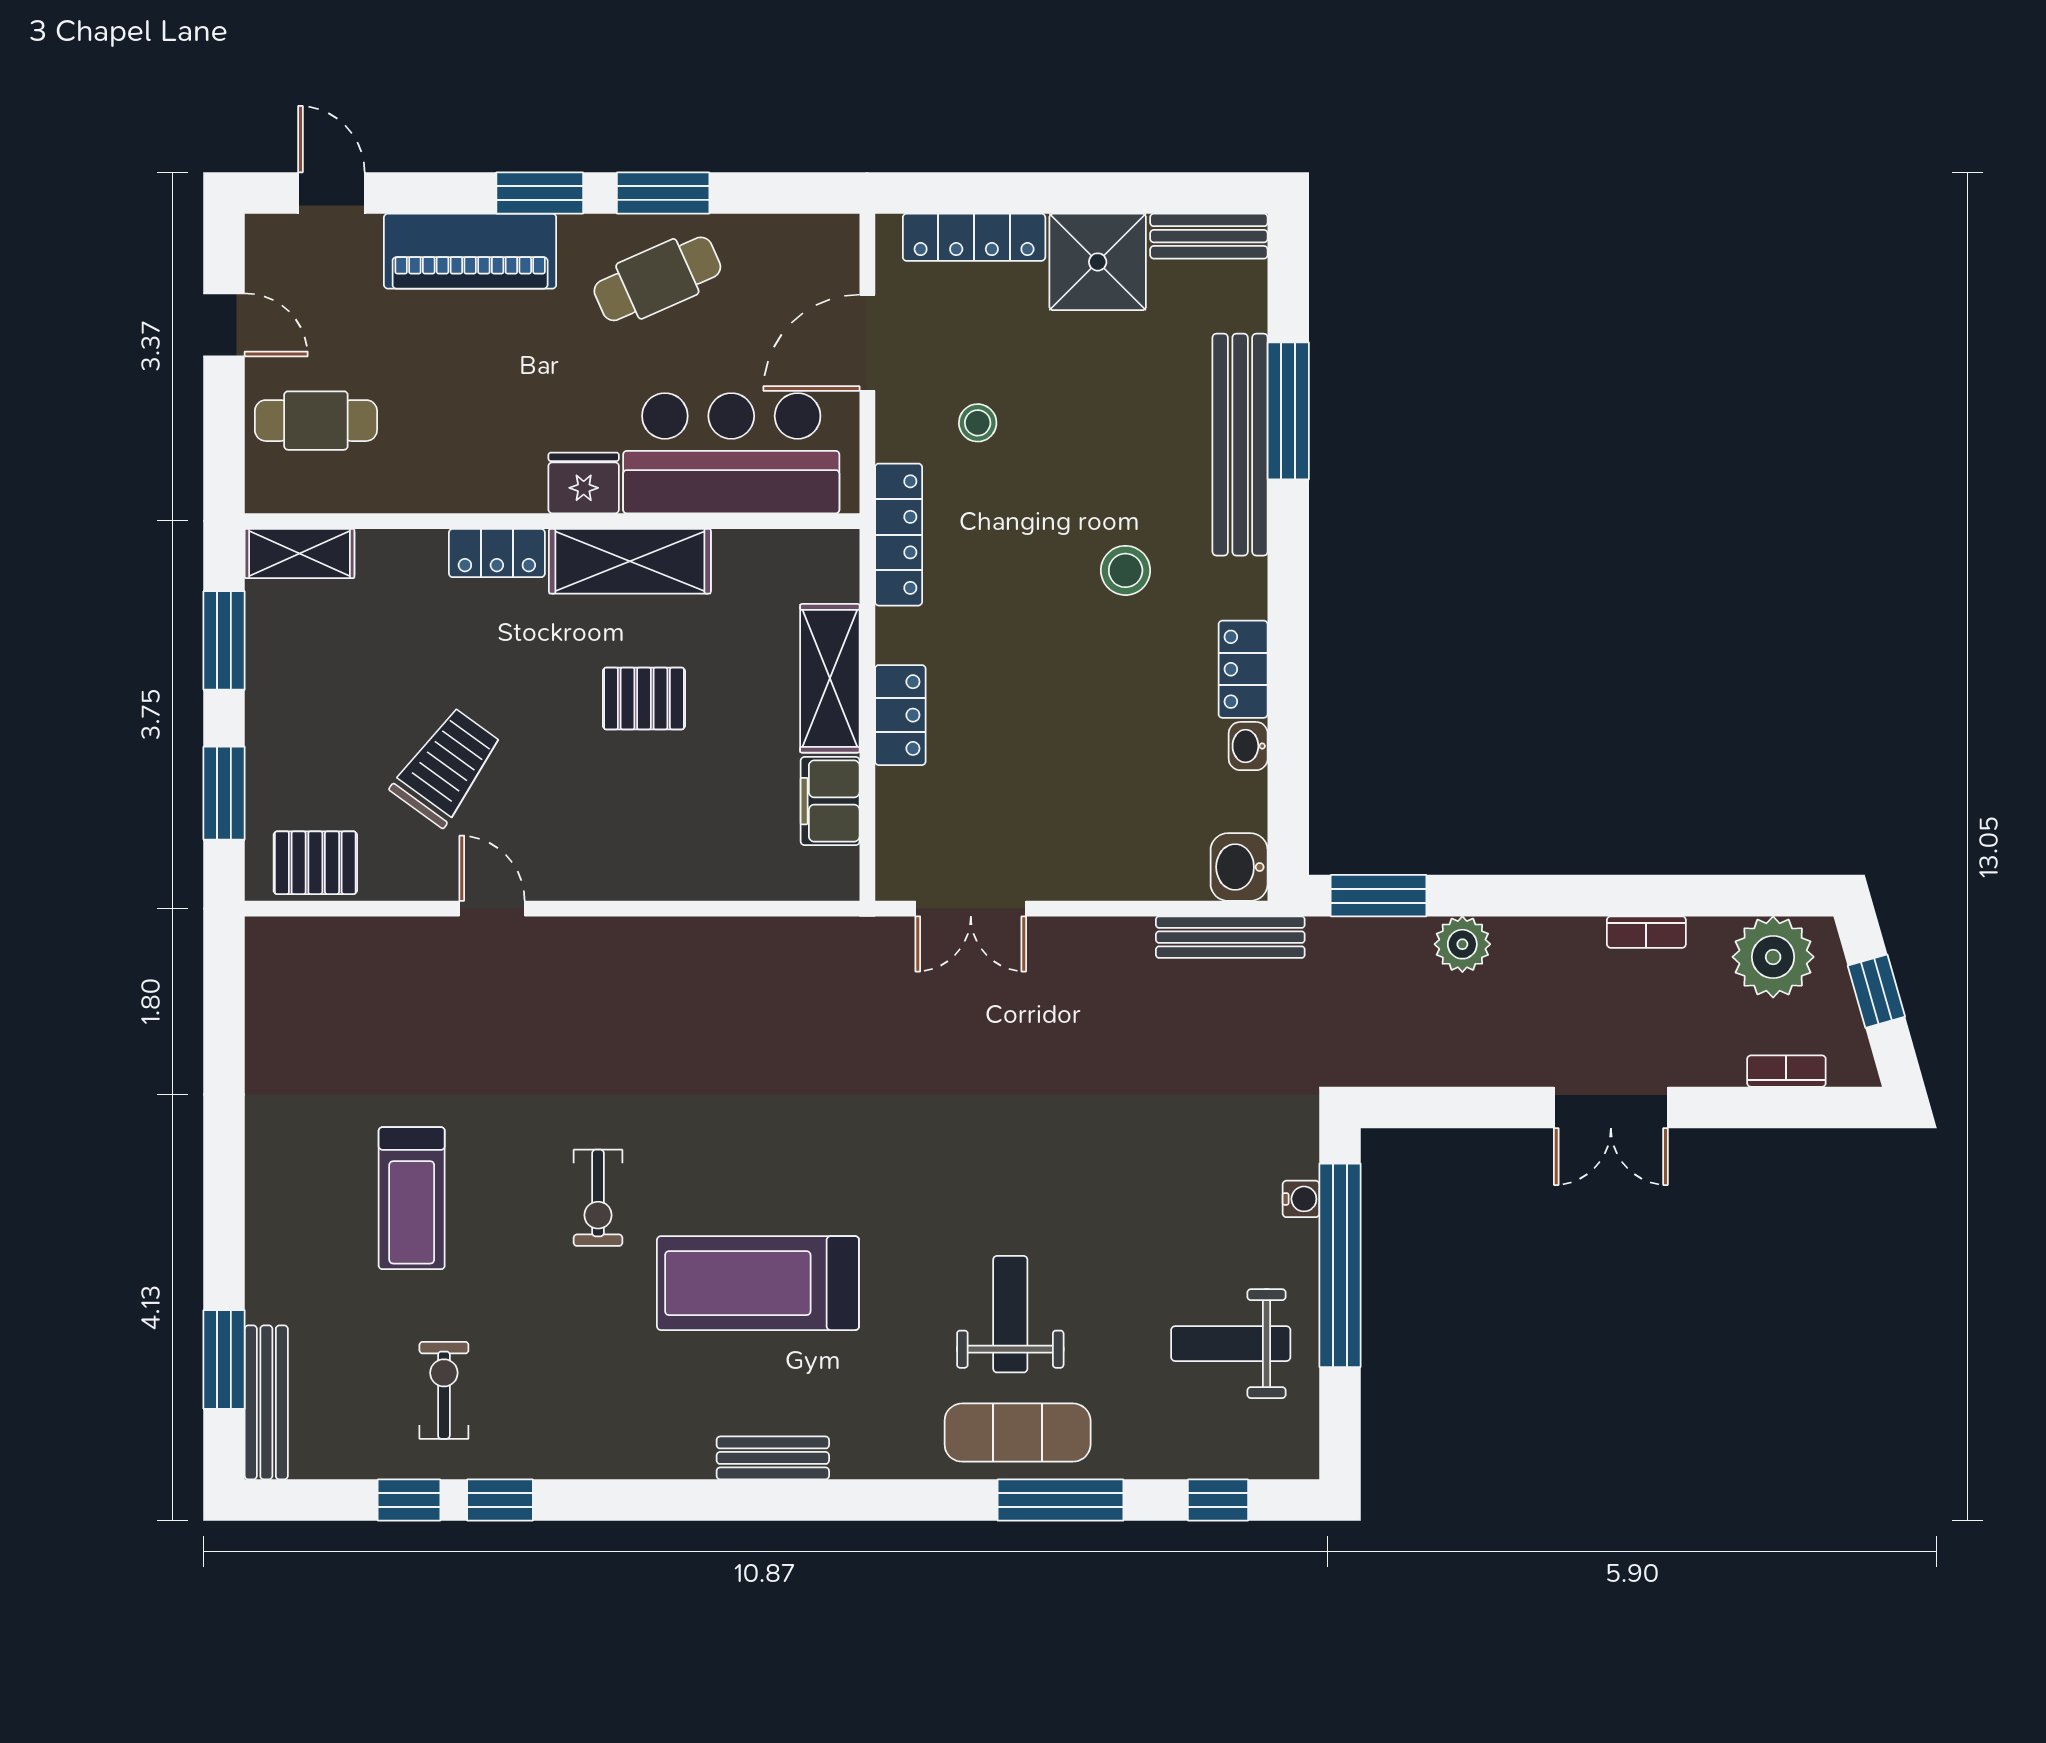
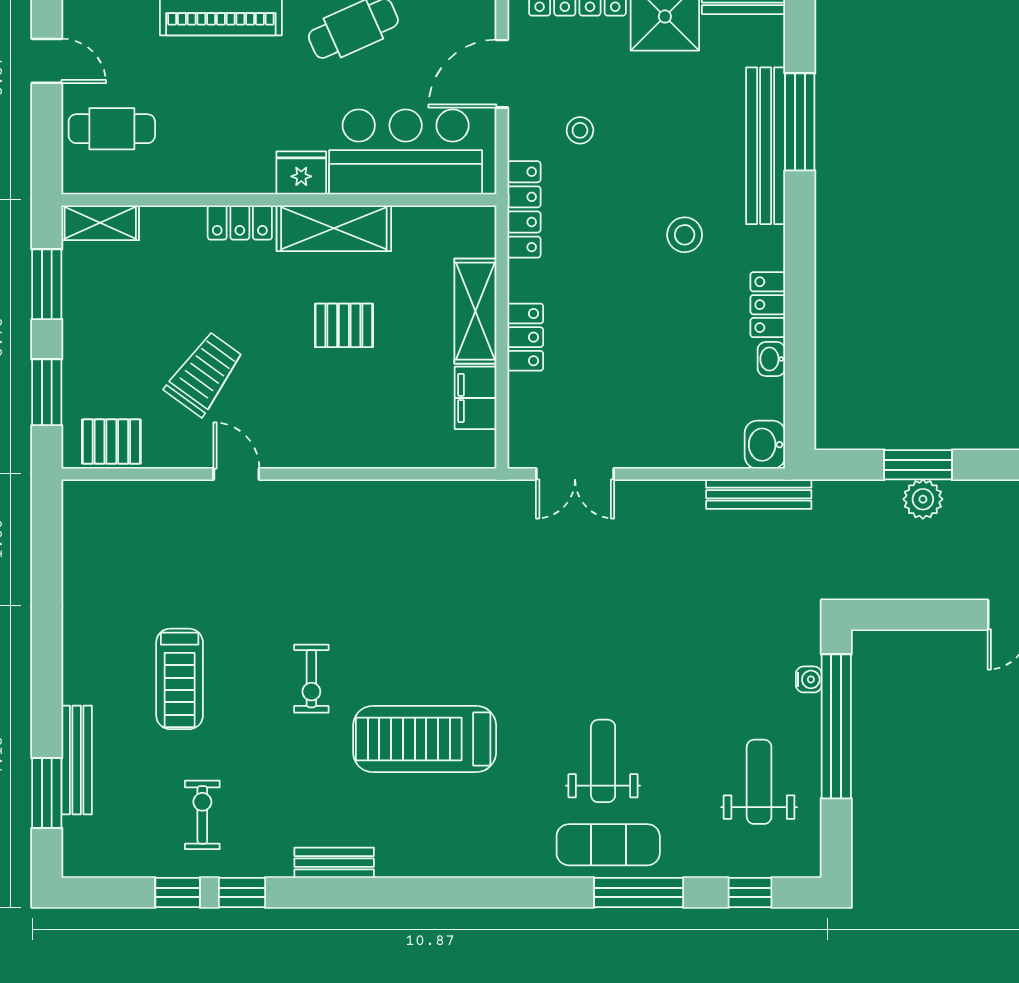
window: (1379, 896) -> (918, 465), moved
weight bench: (1231, 1344) -> (759, 782), turned 90
bench: (266, 1402) -> (77, 760), moved
bench: (773, 1458) -> (334, 863), moved

